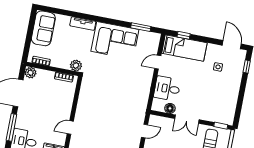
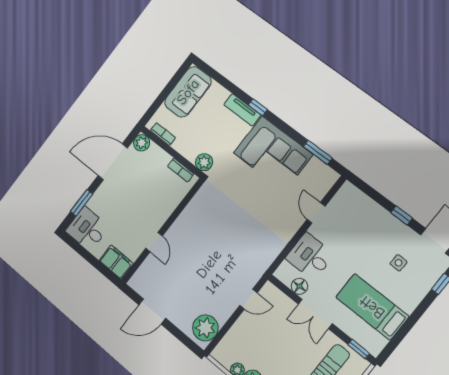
window: (92, 18) -> (258, 107), added
window: (184, 35) -> (402, 215), moved
bed: (184, 48) -> (372, 307), moved, turned 180
door: (158, 62) -> (316, 213), hinge flipped
window: (11, 127) -> (82, 203), width x0.69
door: (70, 128) -> (154, 242), swing flipped

